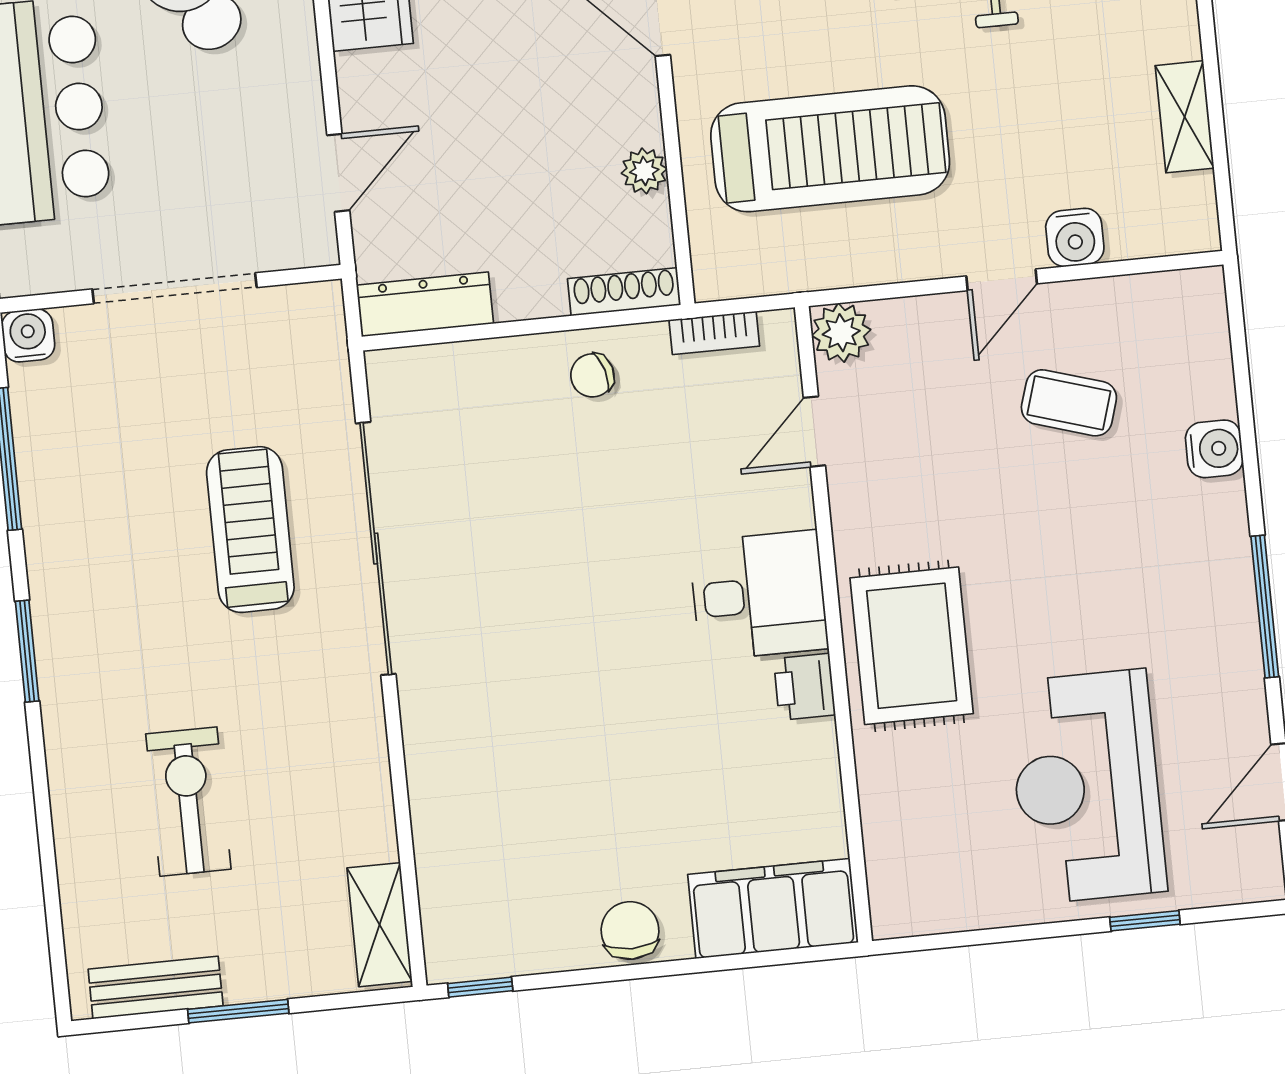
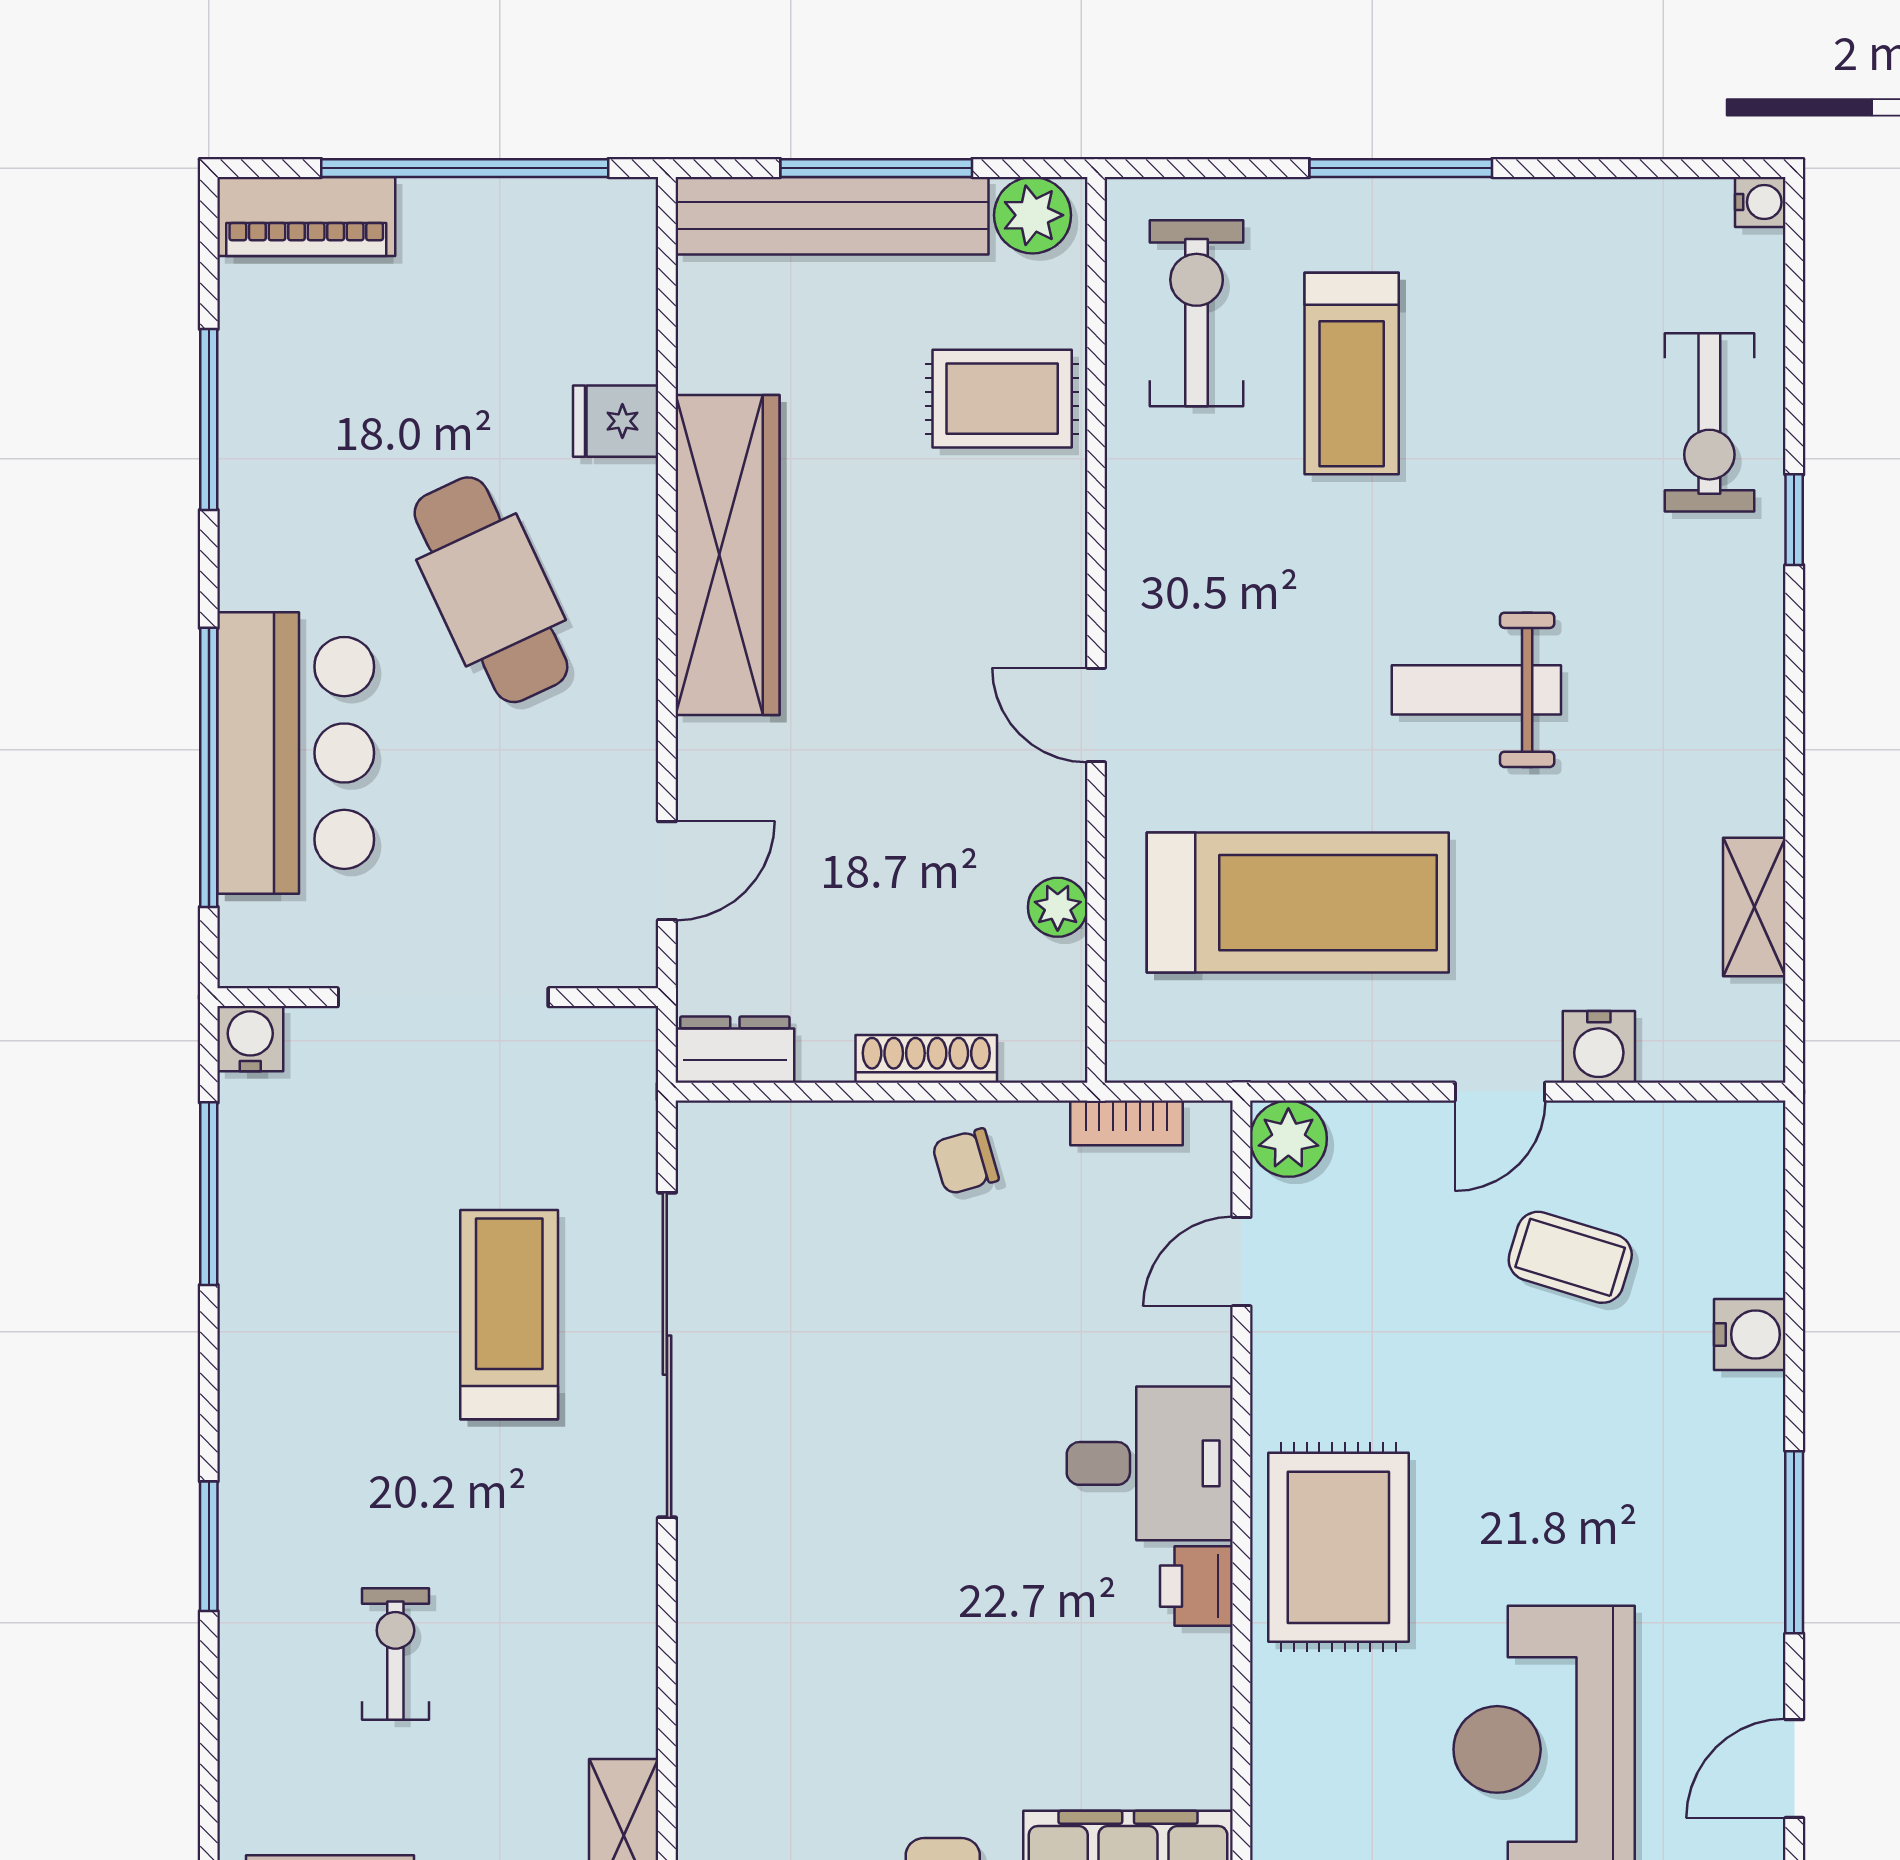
shoe rack: (624, 292) -> (926, 1059), moved
dresser: (425, 304) -> (735, 1050), width x0.70
window: (27, 651) -> (209, 1546), moved
exercise bike: (188, 802) -> (395, 1654), width x0.73, depth x0.72

